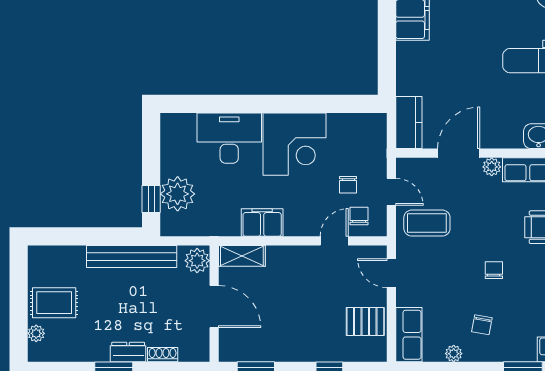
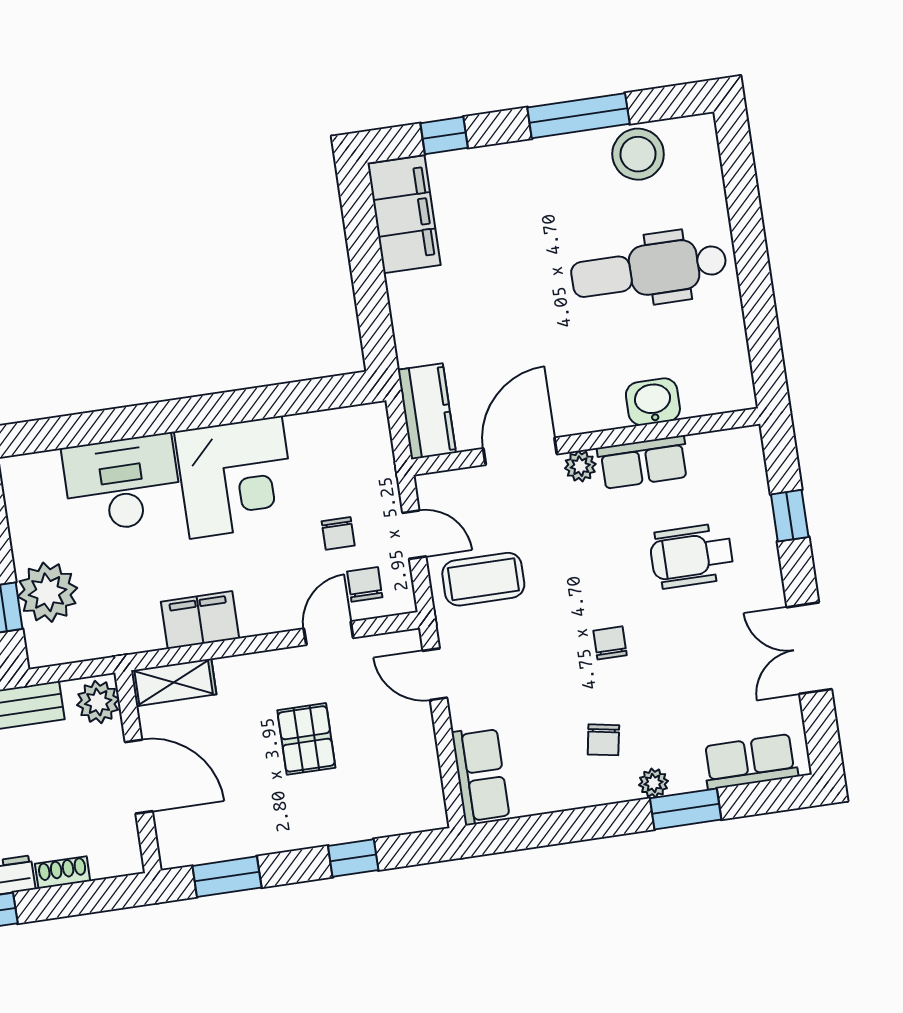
pallet: (365, 321) -> (306, 739), moved, turned 90
plant: (454, 354) -> (654, 783), moved

